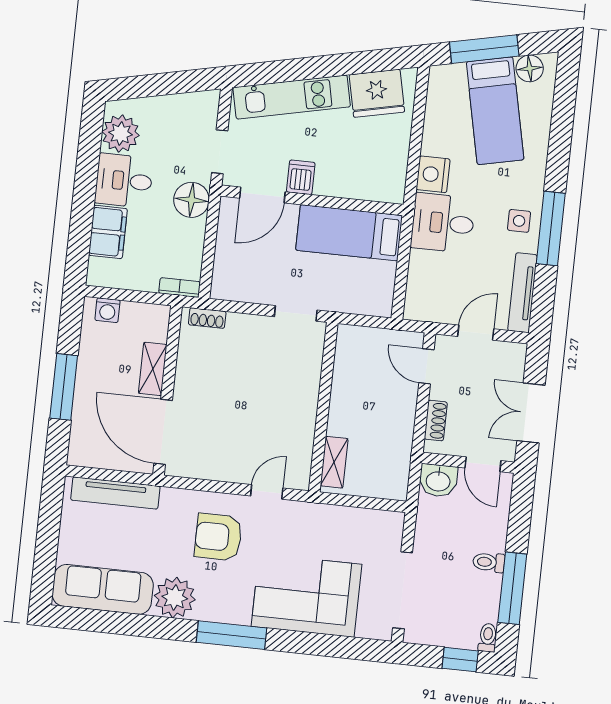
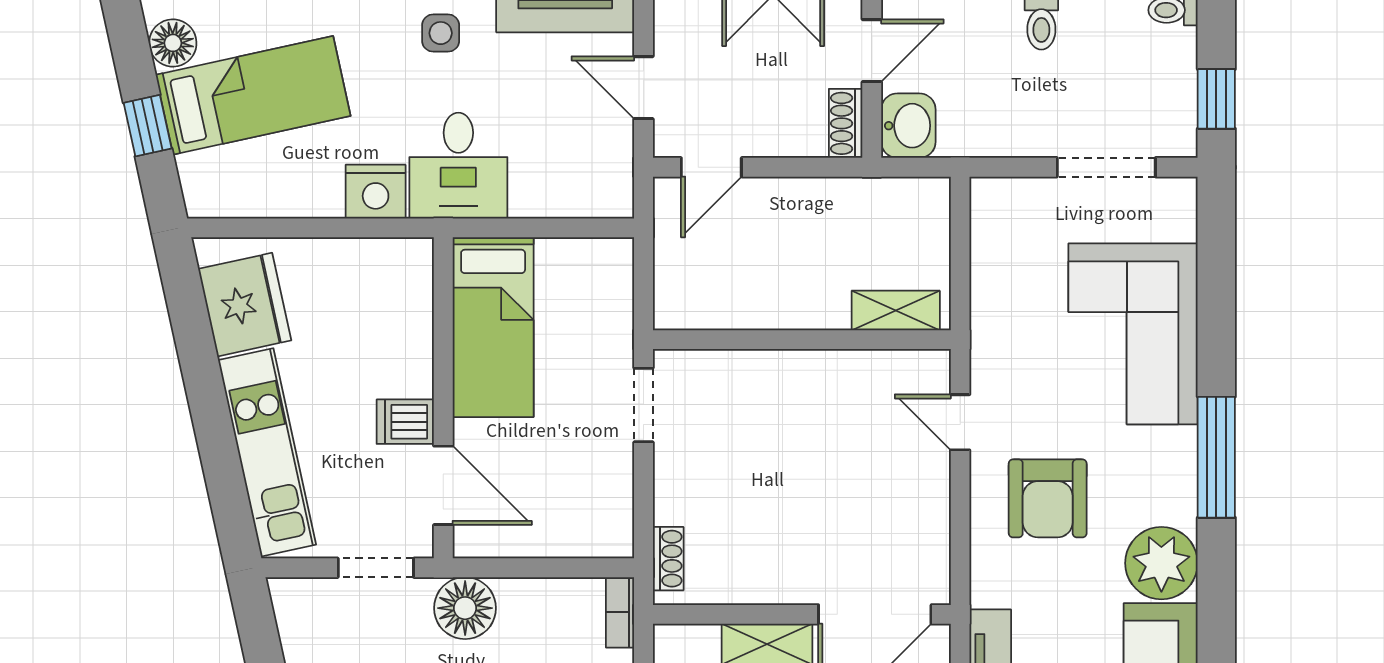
window: (484, 49) -> (148, 126), width x0.46
shoe rack: (436, 421) -> (846, 123), moved, turned -90
doorway: (403, 590) -> (1106, 167), width x0.73
window: (460, 660) -> (1216, 99), moved

